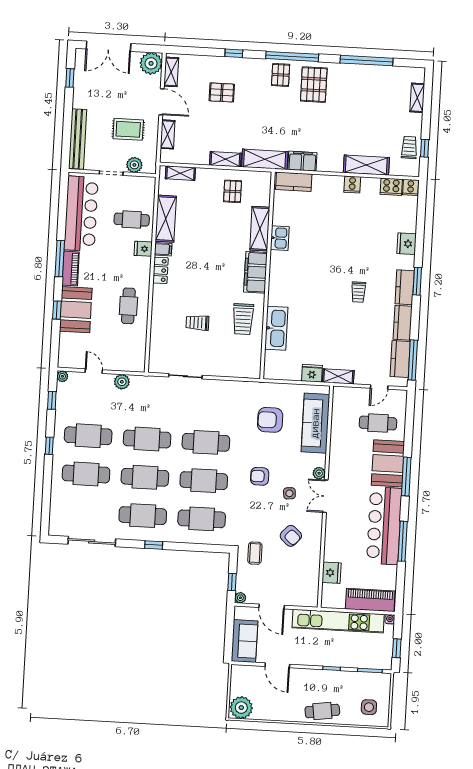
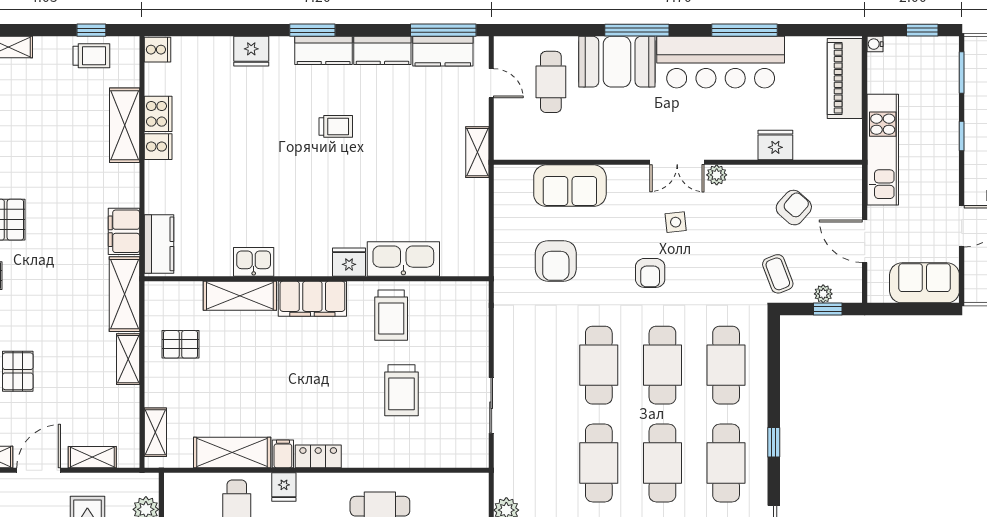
trolley: (409, 147) -> (91, 56), turned 180
cooker: (391, 187) -> (158, 114), moved
trolley: (243, 319) -> (391, 315), turned 90
trolley: (197, 323) -> (402, 390), width x1.36, depth x1.39
fridge: (312, 373) -> (349, 262), moved, turned 90
sofa: (315, 423) -> (570, 186), width x0.73
plant: (319, 473) -> (717, 175), moved
armchair: (291, 536) -> (794, 208), moved
coffee table: (255, 553) -> (778, 274), turned 69
fridge: (332, 573) -> (775, 145), moved
plant: (240, 598) -> (823, 294), moved
door: (272, 606) -> (865, 241), swing flipped
kitchen unit: (338, 621) -> (883, 150), width x0.73

